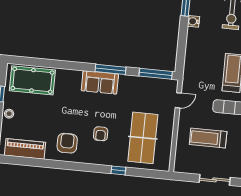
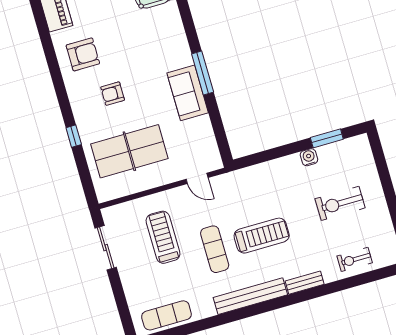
window: (156, 74) -> (220, 135), removed
sofa: (100, 82) -> (188, 93), moved
sliding door: (215, 180) -> (106, 248), moved

